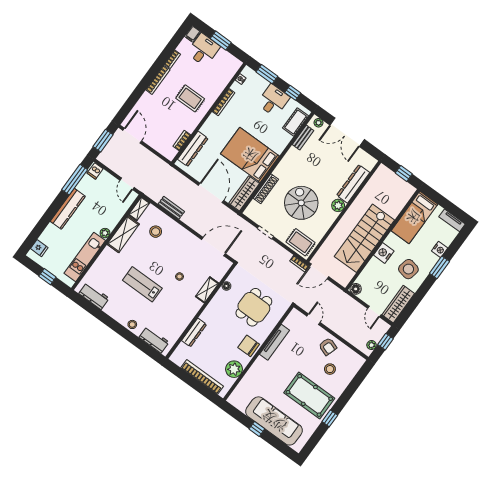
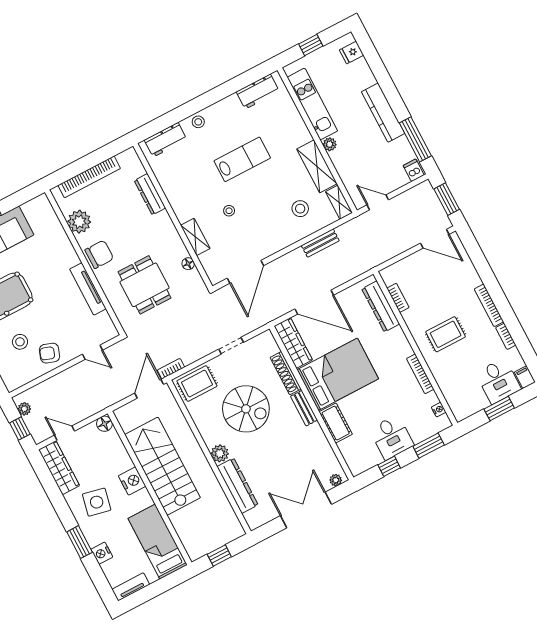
cot: (296, 122) -> (336, 423), moved
bench: (303, 138) -> (304, 408), moved

